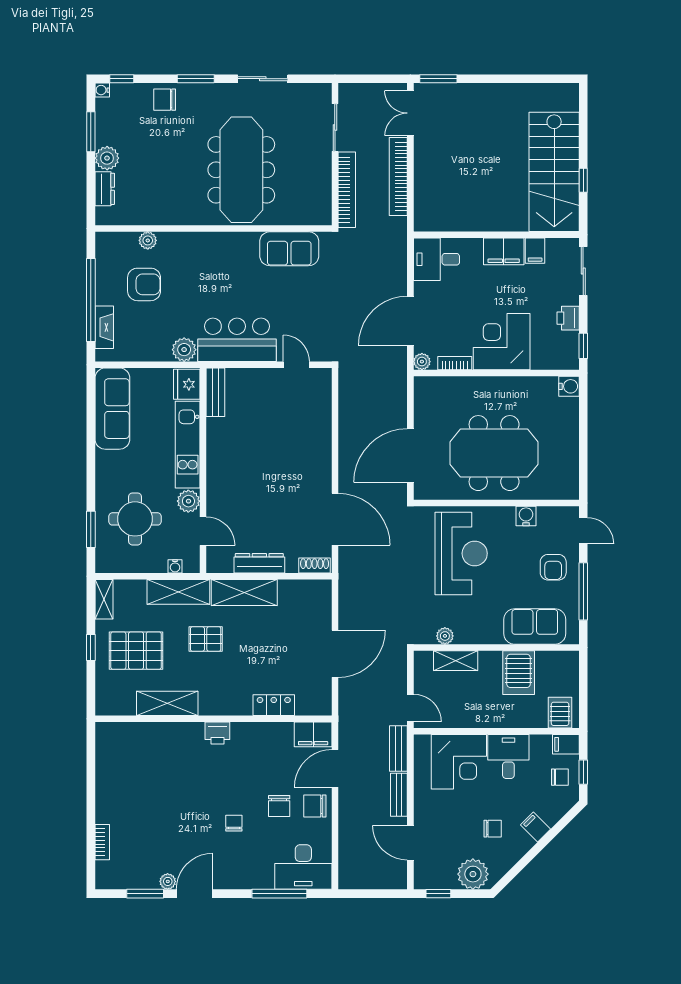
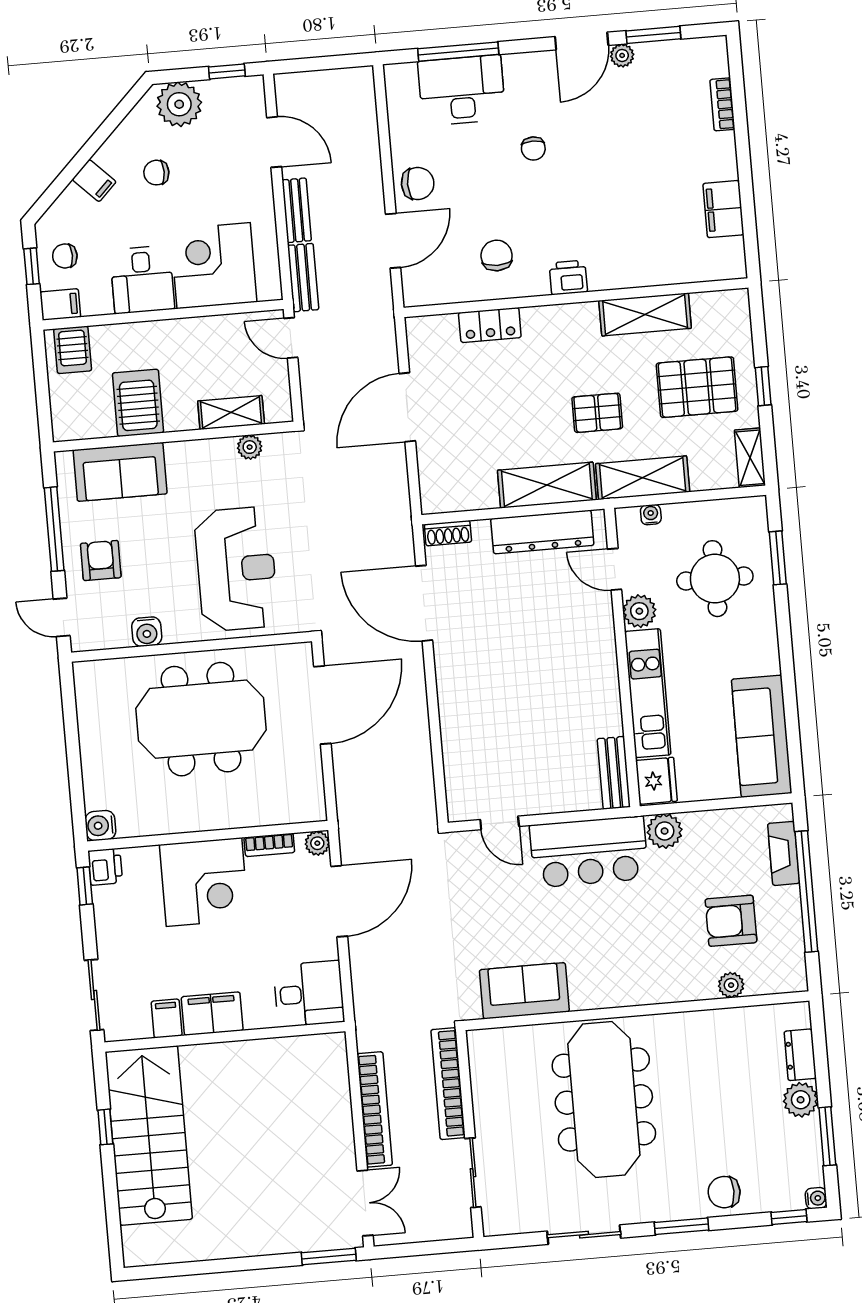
chair: (165, 100) -> (724, 1192), turned 180
printer: (568, 318) -> (105, 867), moved
reception desk: (461, 553) -> (236, 569), turned 180
dresser: (259, 563) -> (542, 532), width x1.37, depth x1.24
filing cabinet: (313, 734) -> (723, 209), moved, turned -90
chair: (279, 806) -> (497, 255), moved
desk: (303, 867) -> (462, 90), moved

